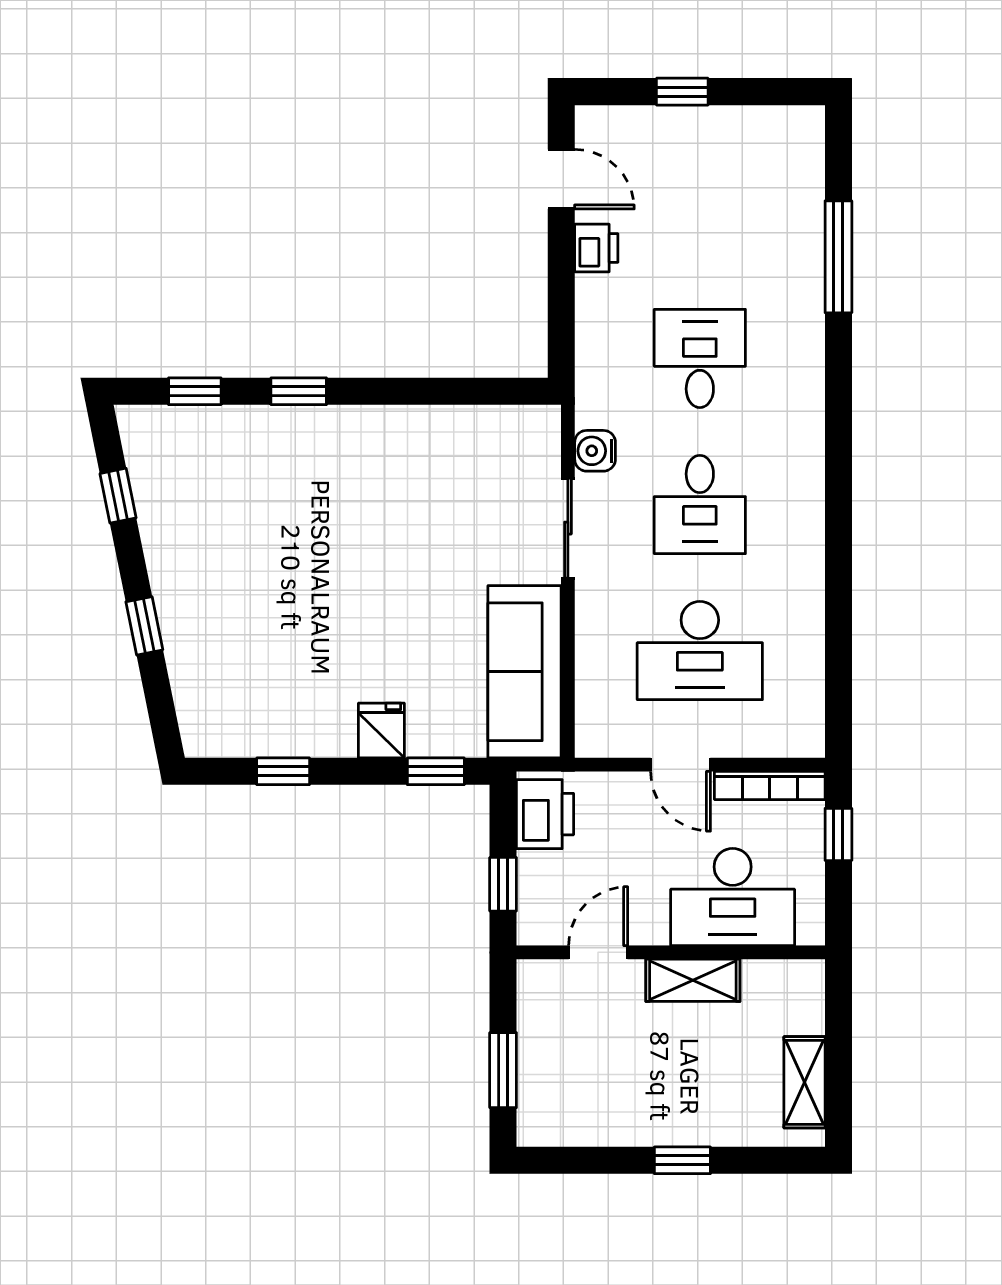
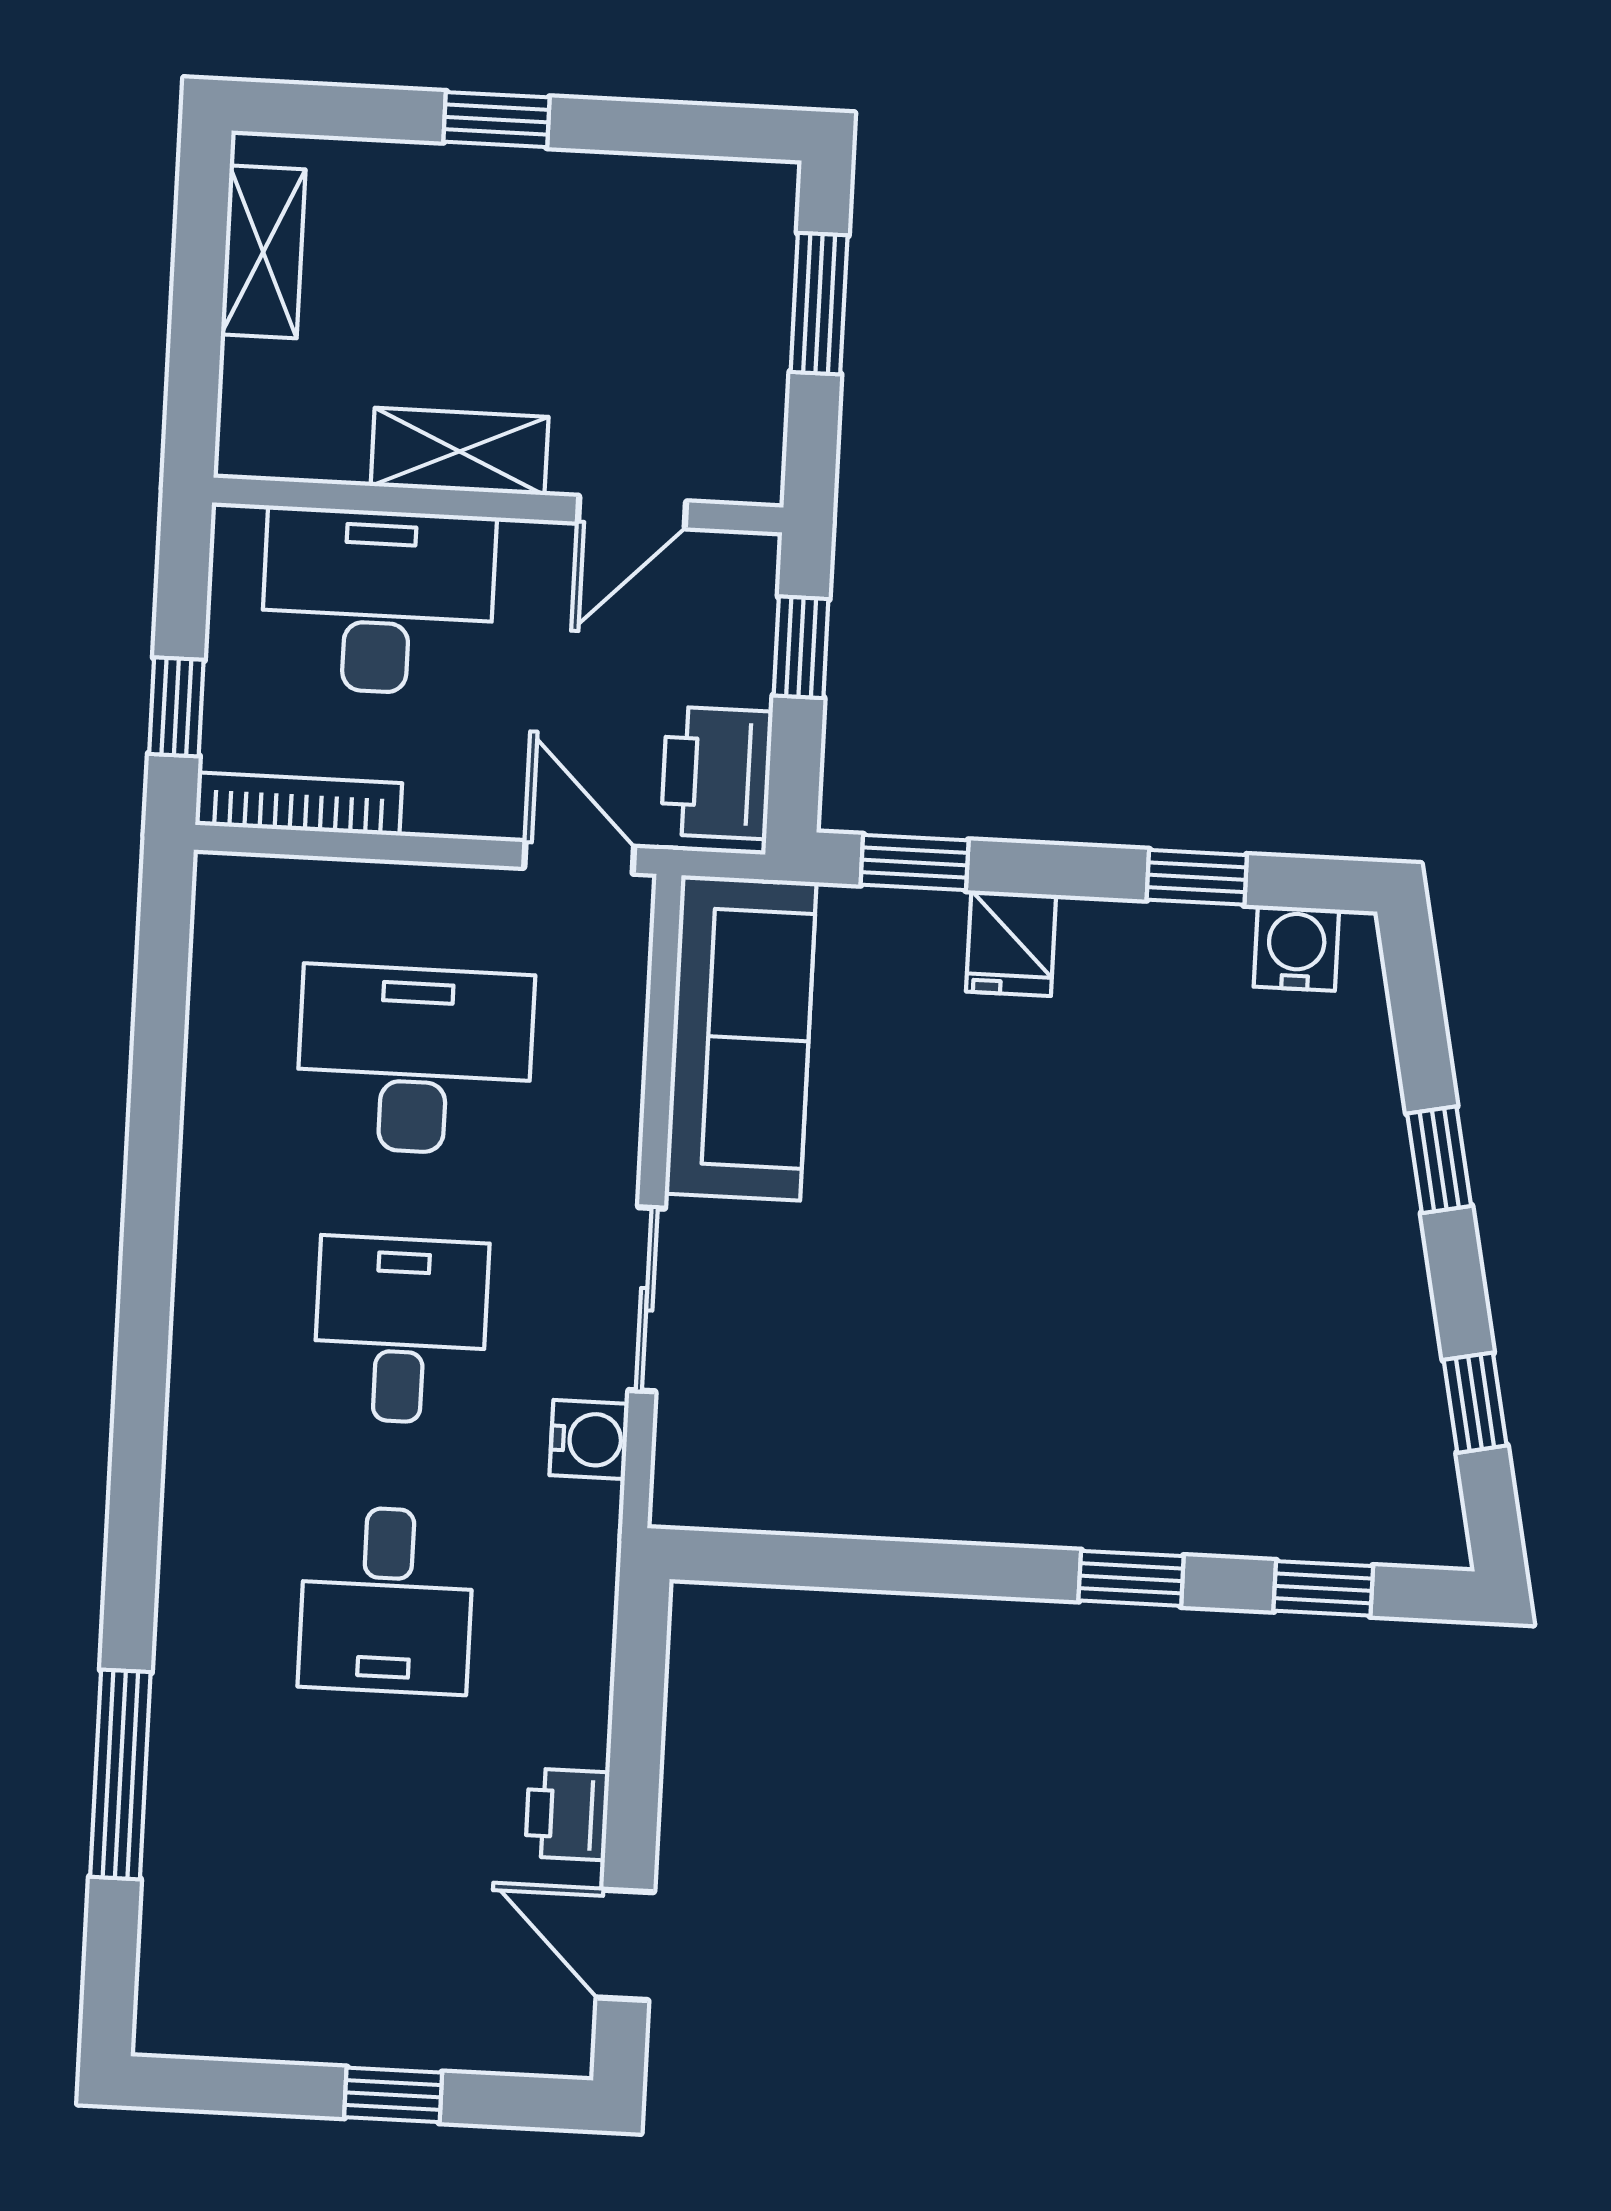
water cooler: (227, 736) -> (1296, 948), added
door: (681, 765) -> (579, 857), moved

